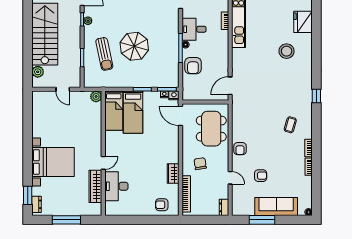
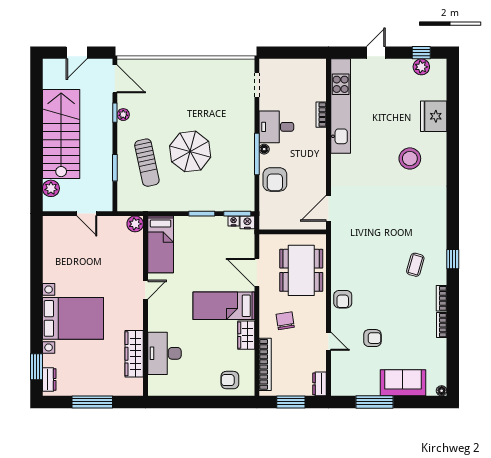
window: (316, 96) -> (453, 259), moved
bed: (133, 112) -> (224, 306), moved, turned 90
door: (180, 116) -> (257, 272), moved
door: (103, 163) -> (145, 290), moved
sofa: (276, 207) -> (403, 383), width x0.73
window: (204, 220) -> (291, 402), added

